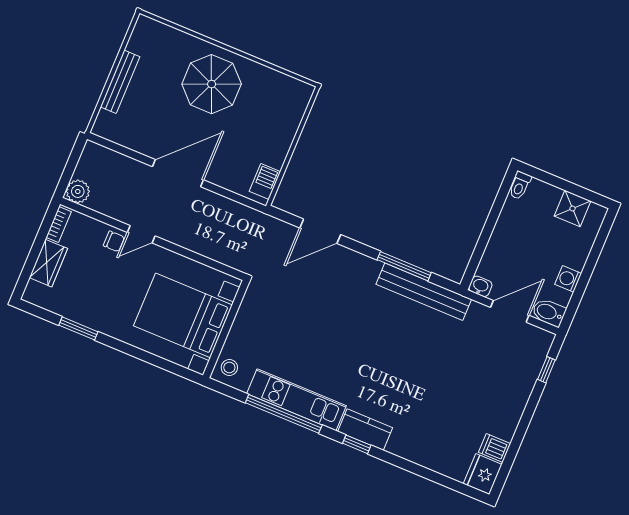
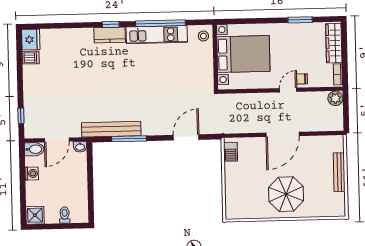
toilet: (520, 186) -> (65, 215), moved
shower: (573, 208) -> (35, 215), moved
wardrobe: (48, 263) -> (334, 43), width x1.50

